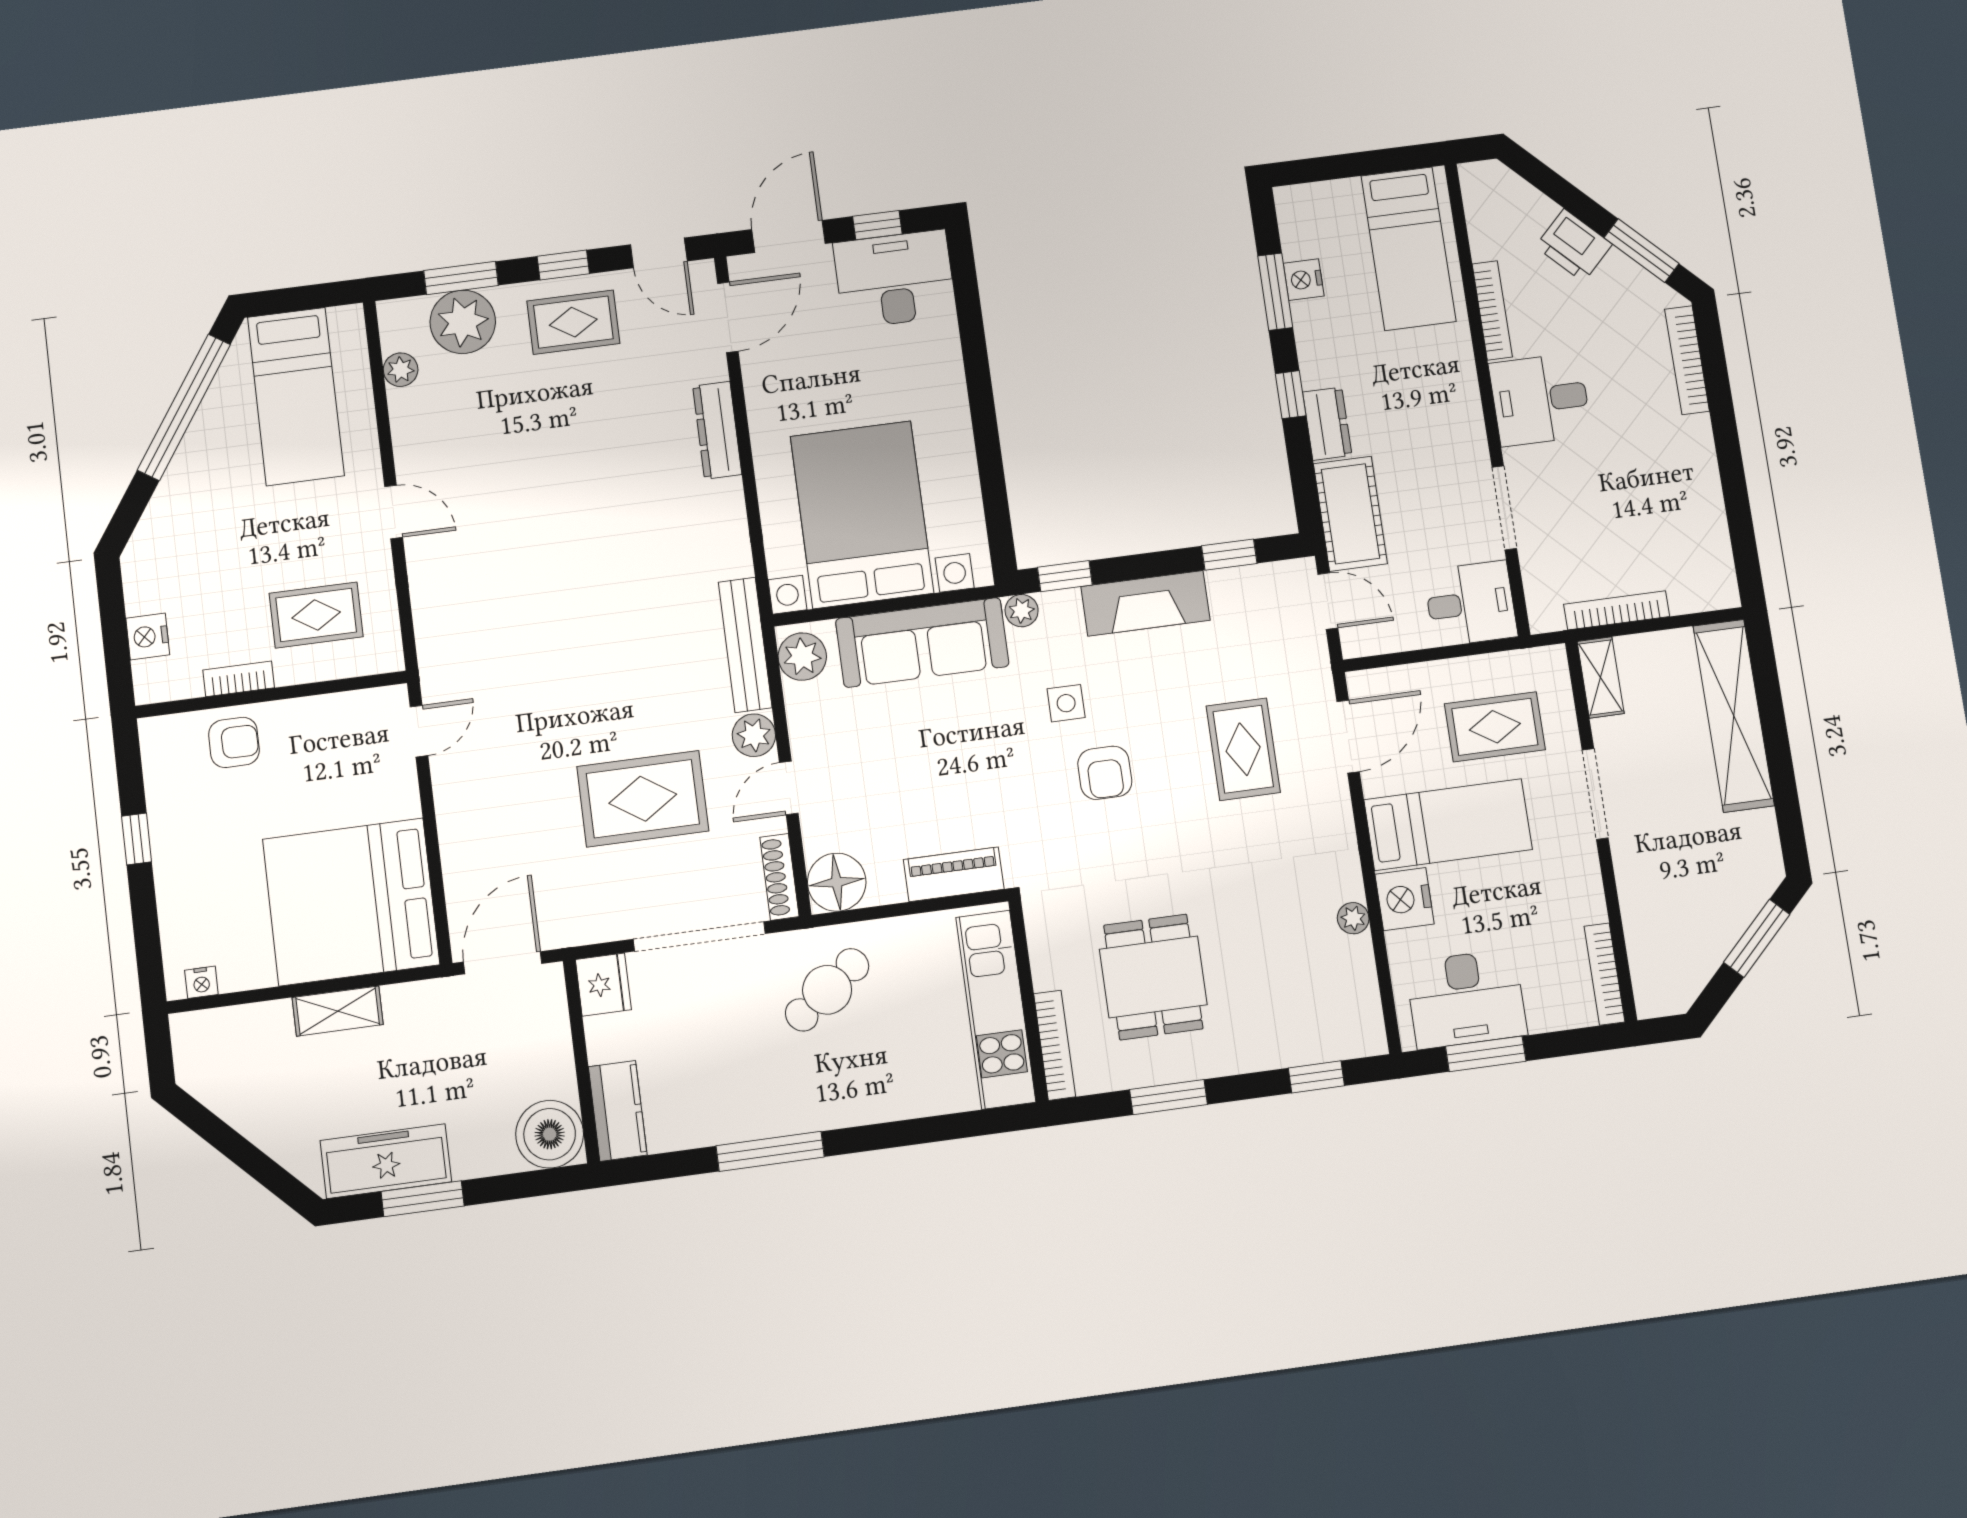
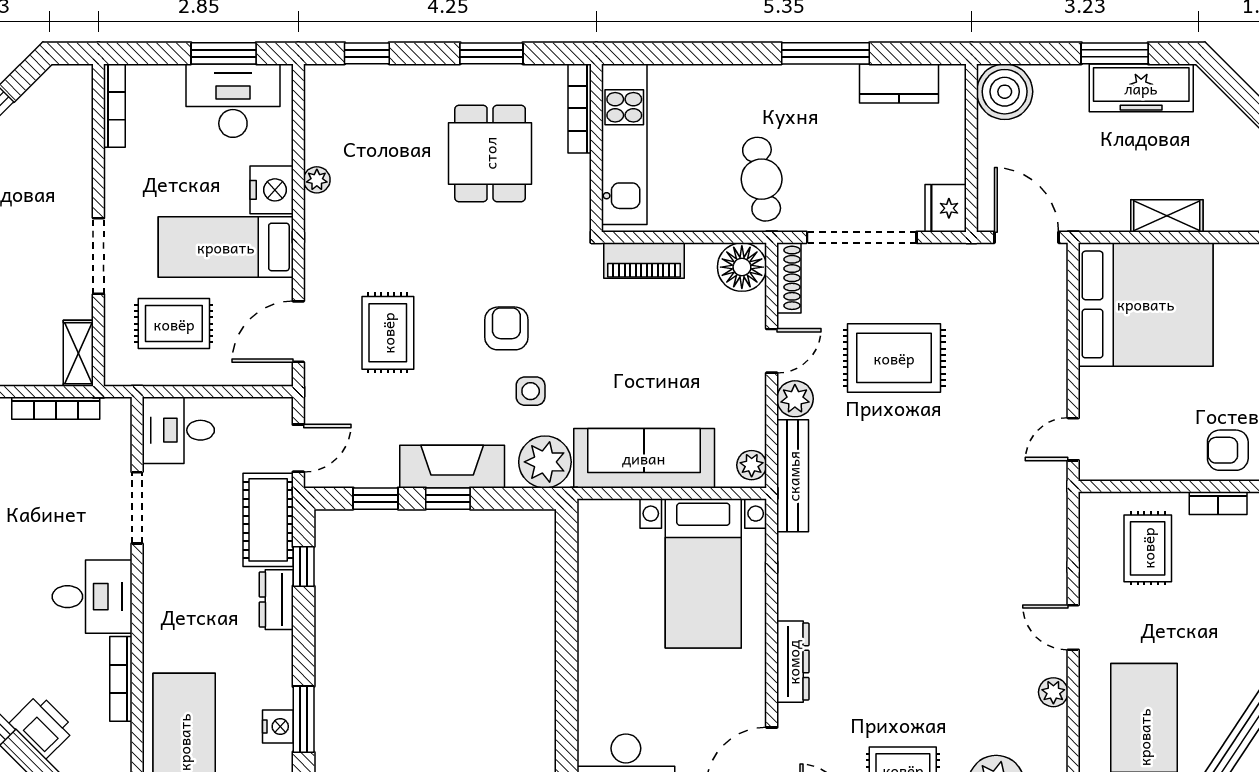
plant: (401, 370) -> (1053, 692), moved
window: (1291, 395) -> (304, 566), moved
bed with nightstands: (862, 515) -> (703, 573), width x0.73
window: (1065, 576) -> (448, 499), moved
door: (1328, 601) -> (298, 448), swing flipped
plant: (1022, 611) -> (545, 462), width x1.87, depth x1.87
rug: (316, 615) -> (1148, 548), turned 90
plant: (802, 657) -> (752, 465), width x0.73, depth x0.73
door: (503, 963) -> (1026, 237), swing flipped
cafe table: (827, 990) -> (762, 179), turned -62
kitchen counter: (618, 1111) -> (899, 83), moved, turned -90

